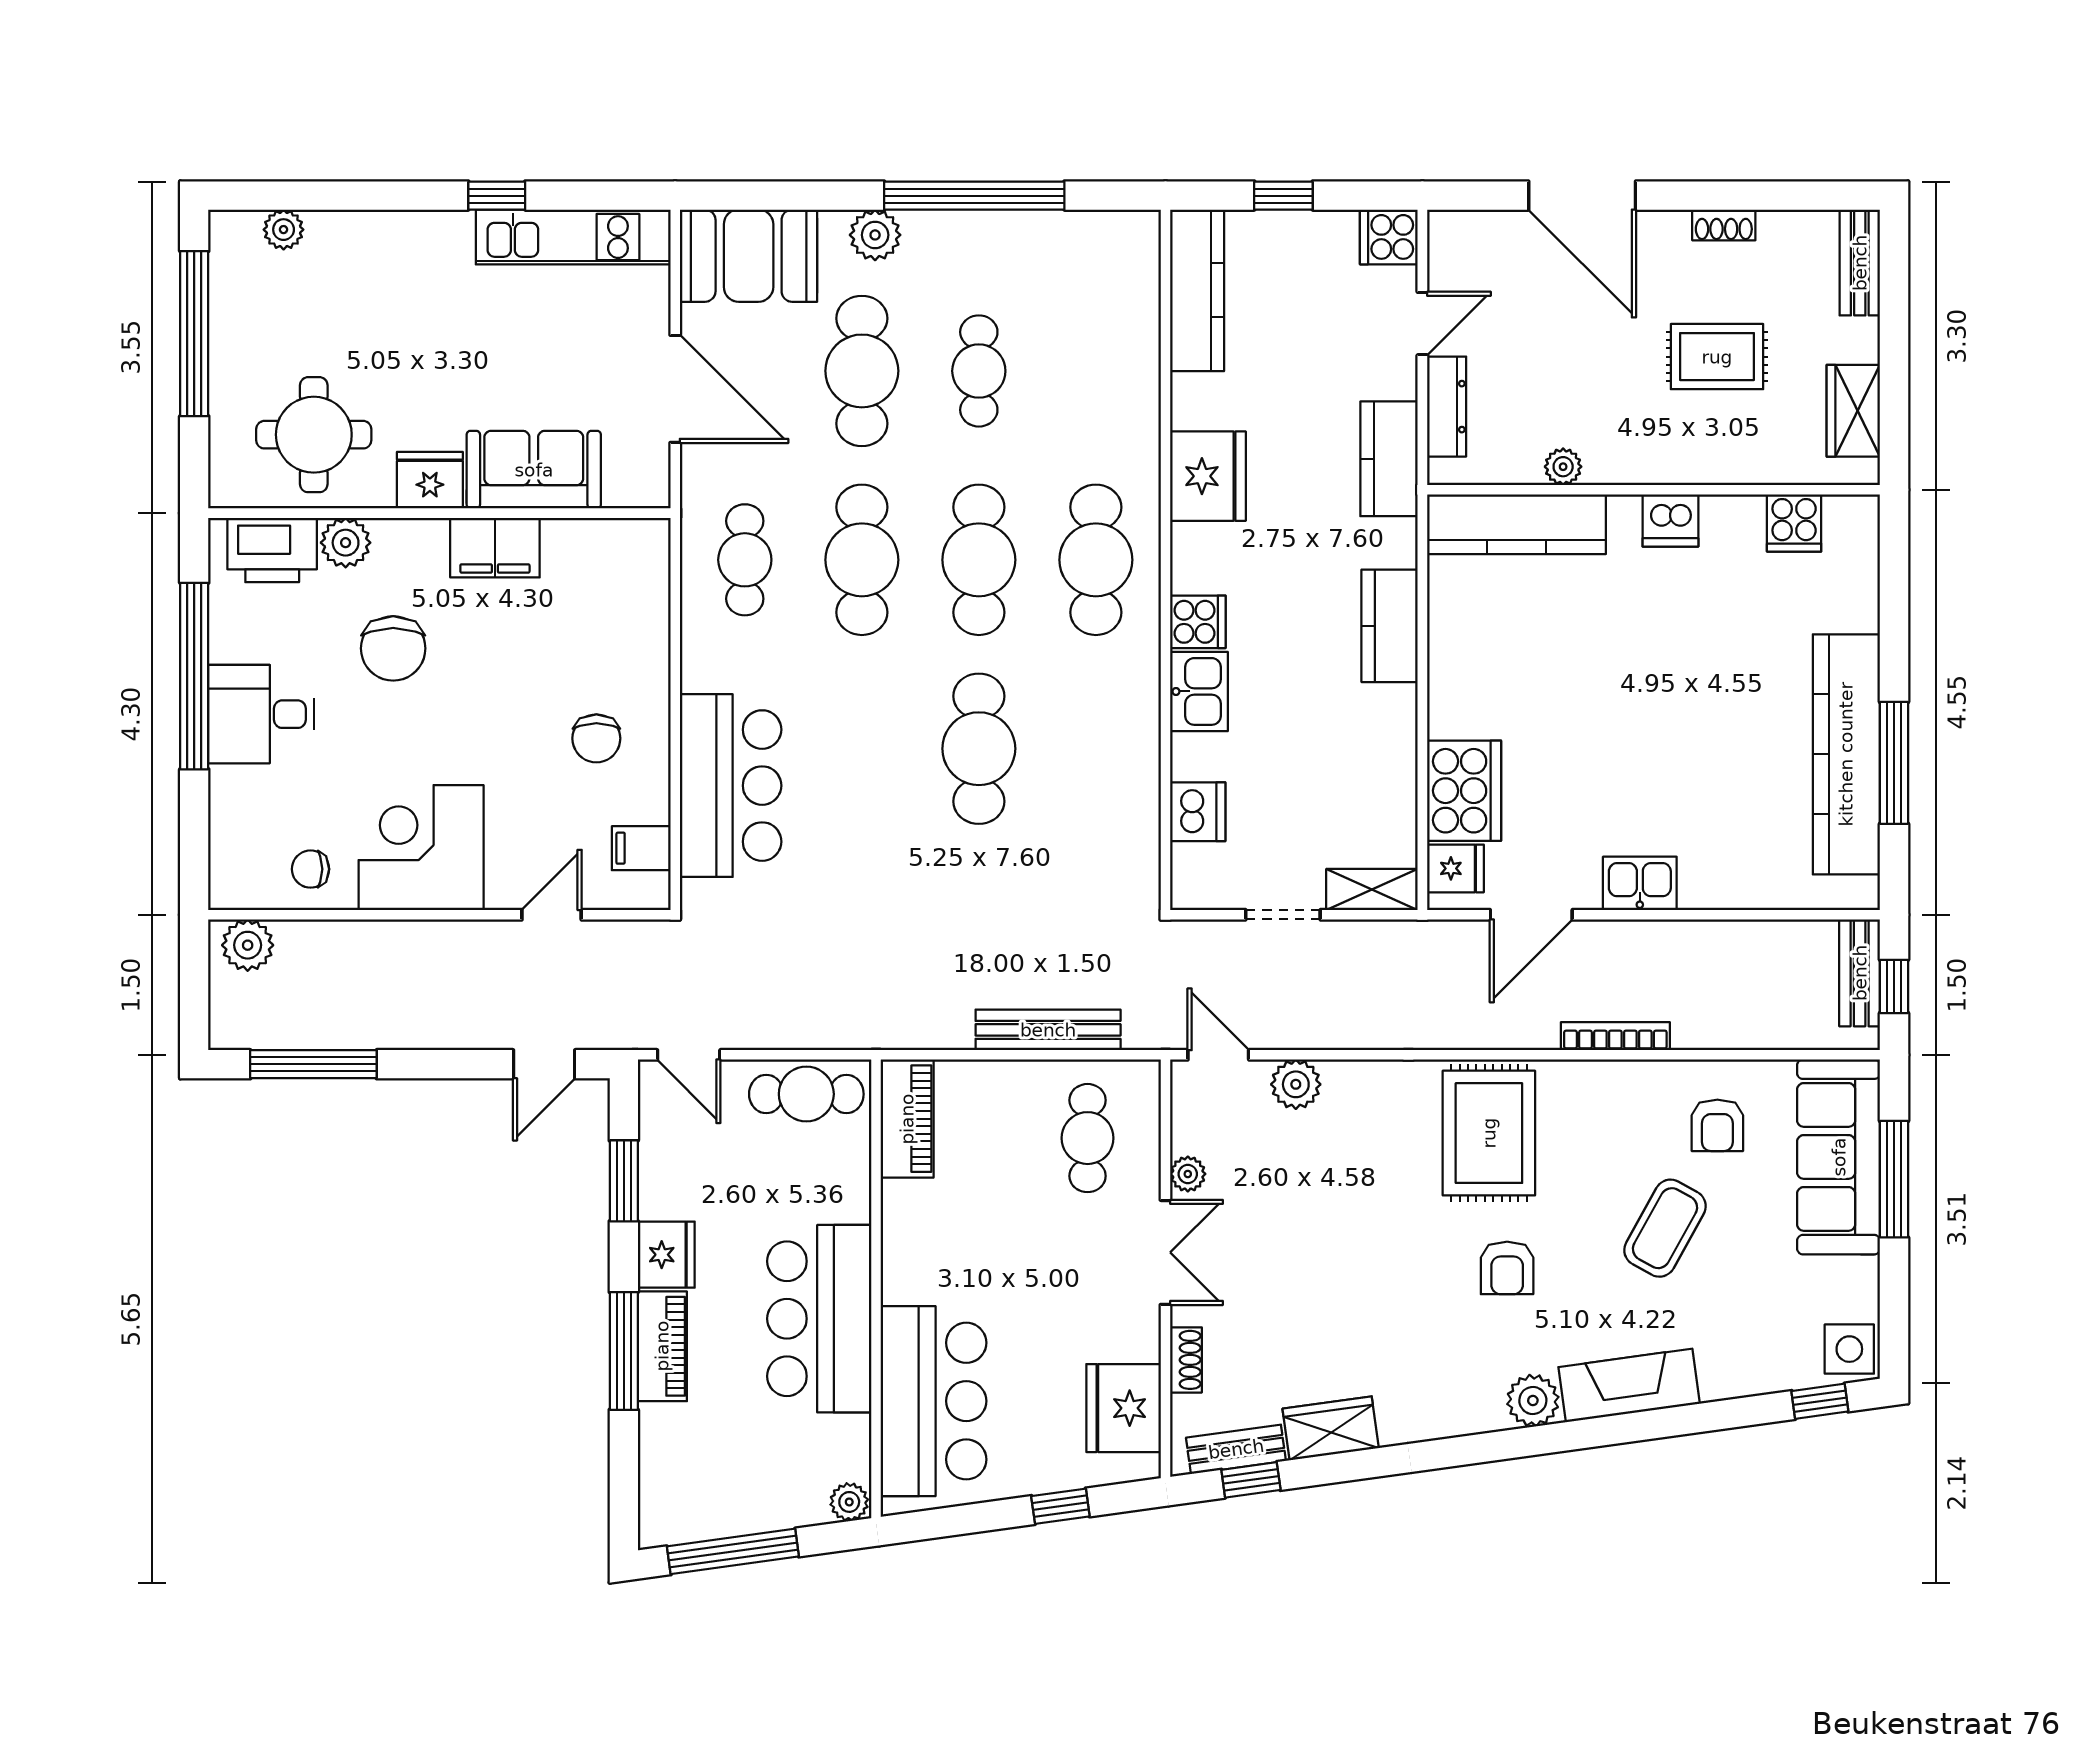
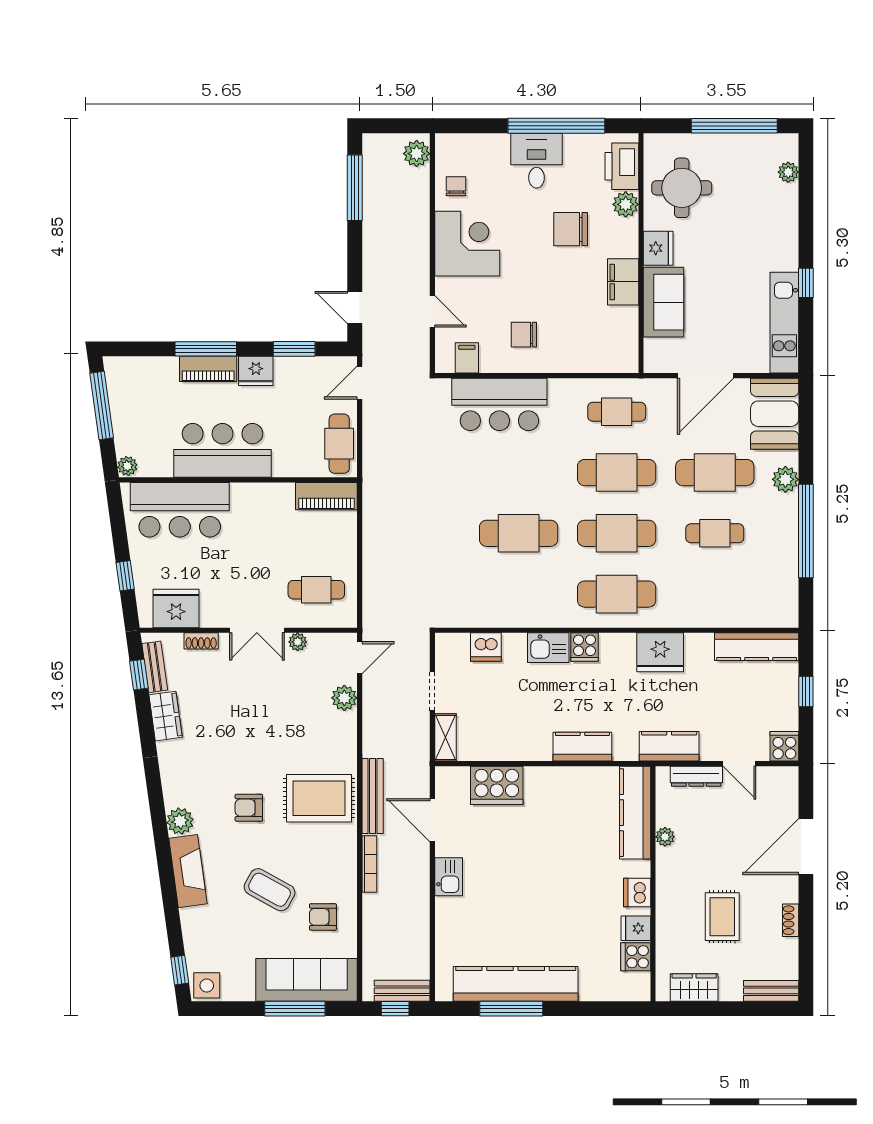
fridge: (1455, 868) -> (636, 928), moved, turned 90
bench: (1048, 1030) -> (373, 796), moved

